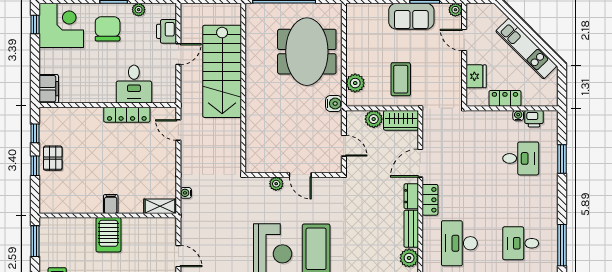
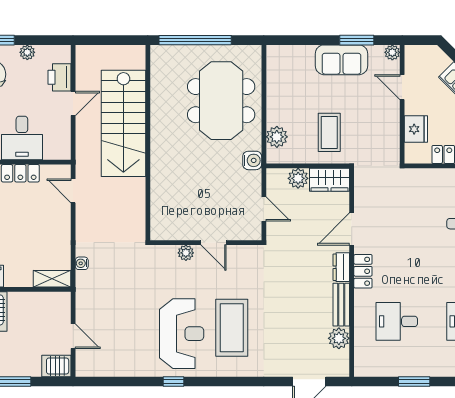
desk: (459, 243) -> (397, 321), width x0.73

